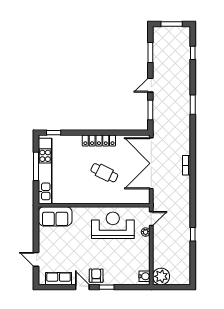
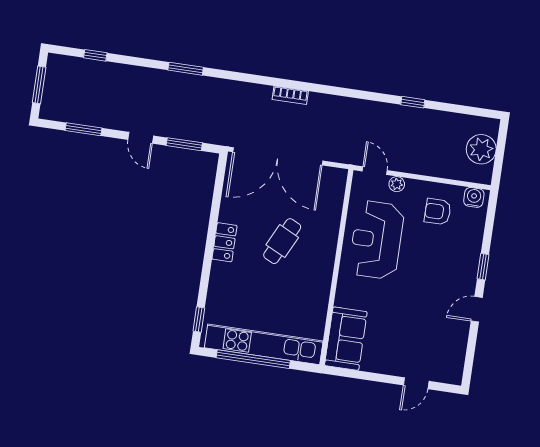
locker: (99, 141) -> (224, 242), width x0.66
window: (36, 166) -> (253, 359), width x1.46
armchair: (96, 276) -> (438, 212), moved
plant: (161, 276) -> (481, 149), moved
row of seats: (59, 279) -> (456, 349), removed

